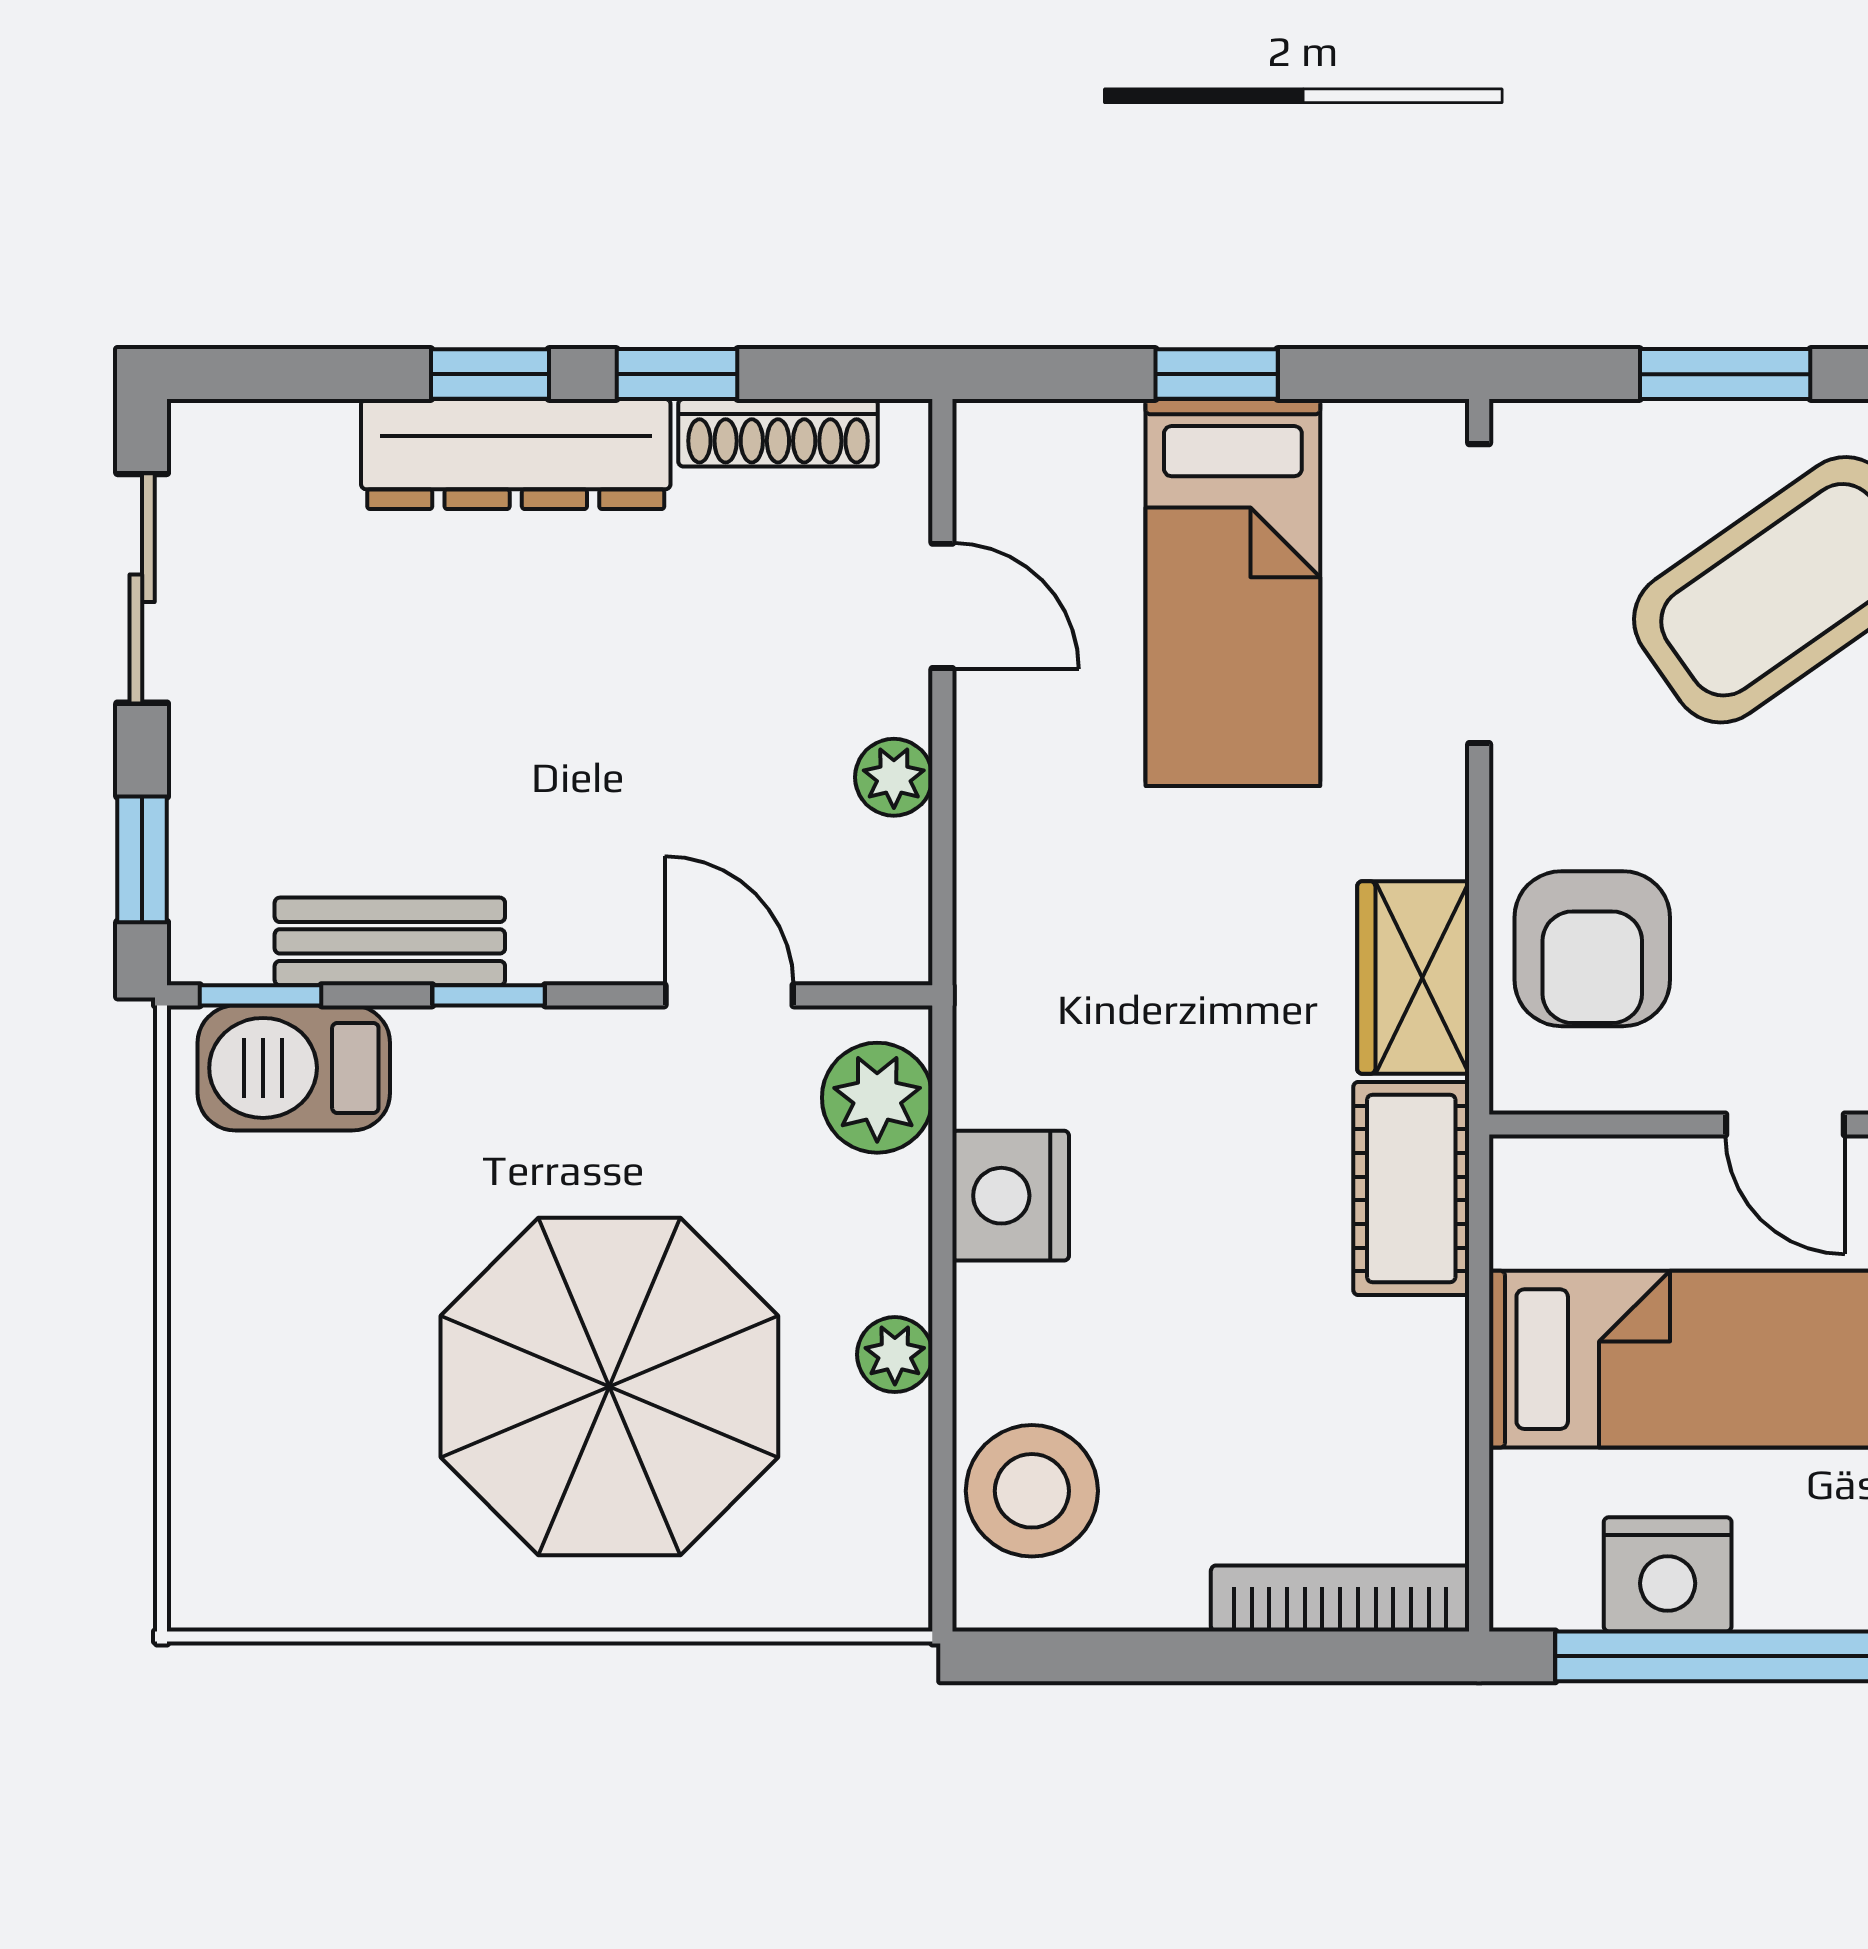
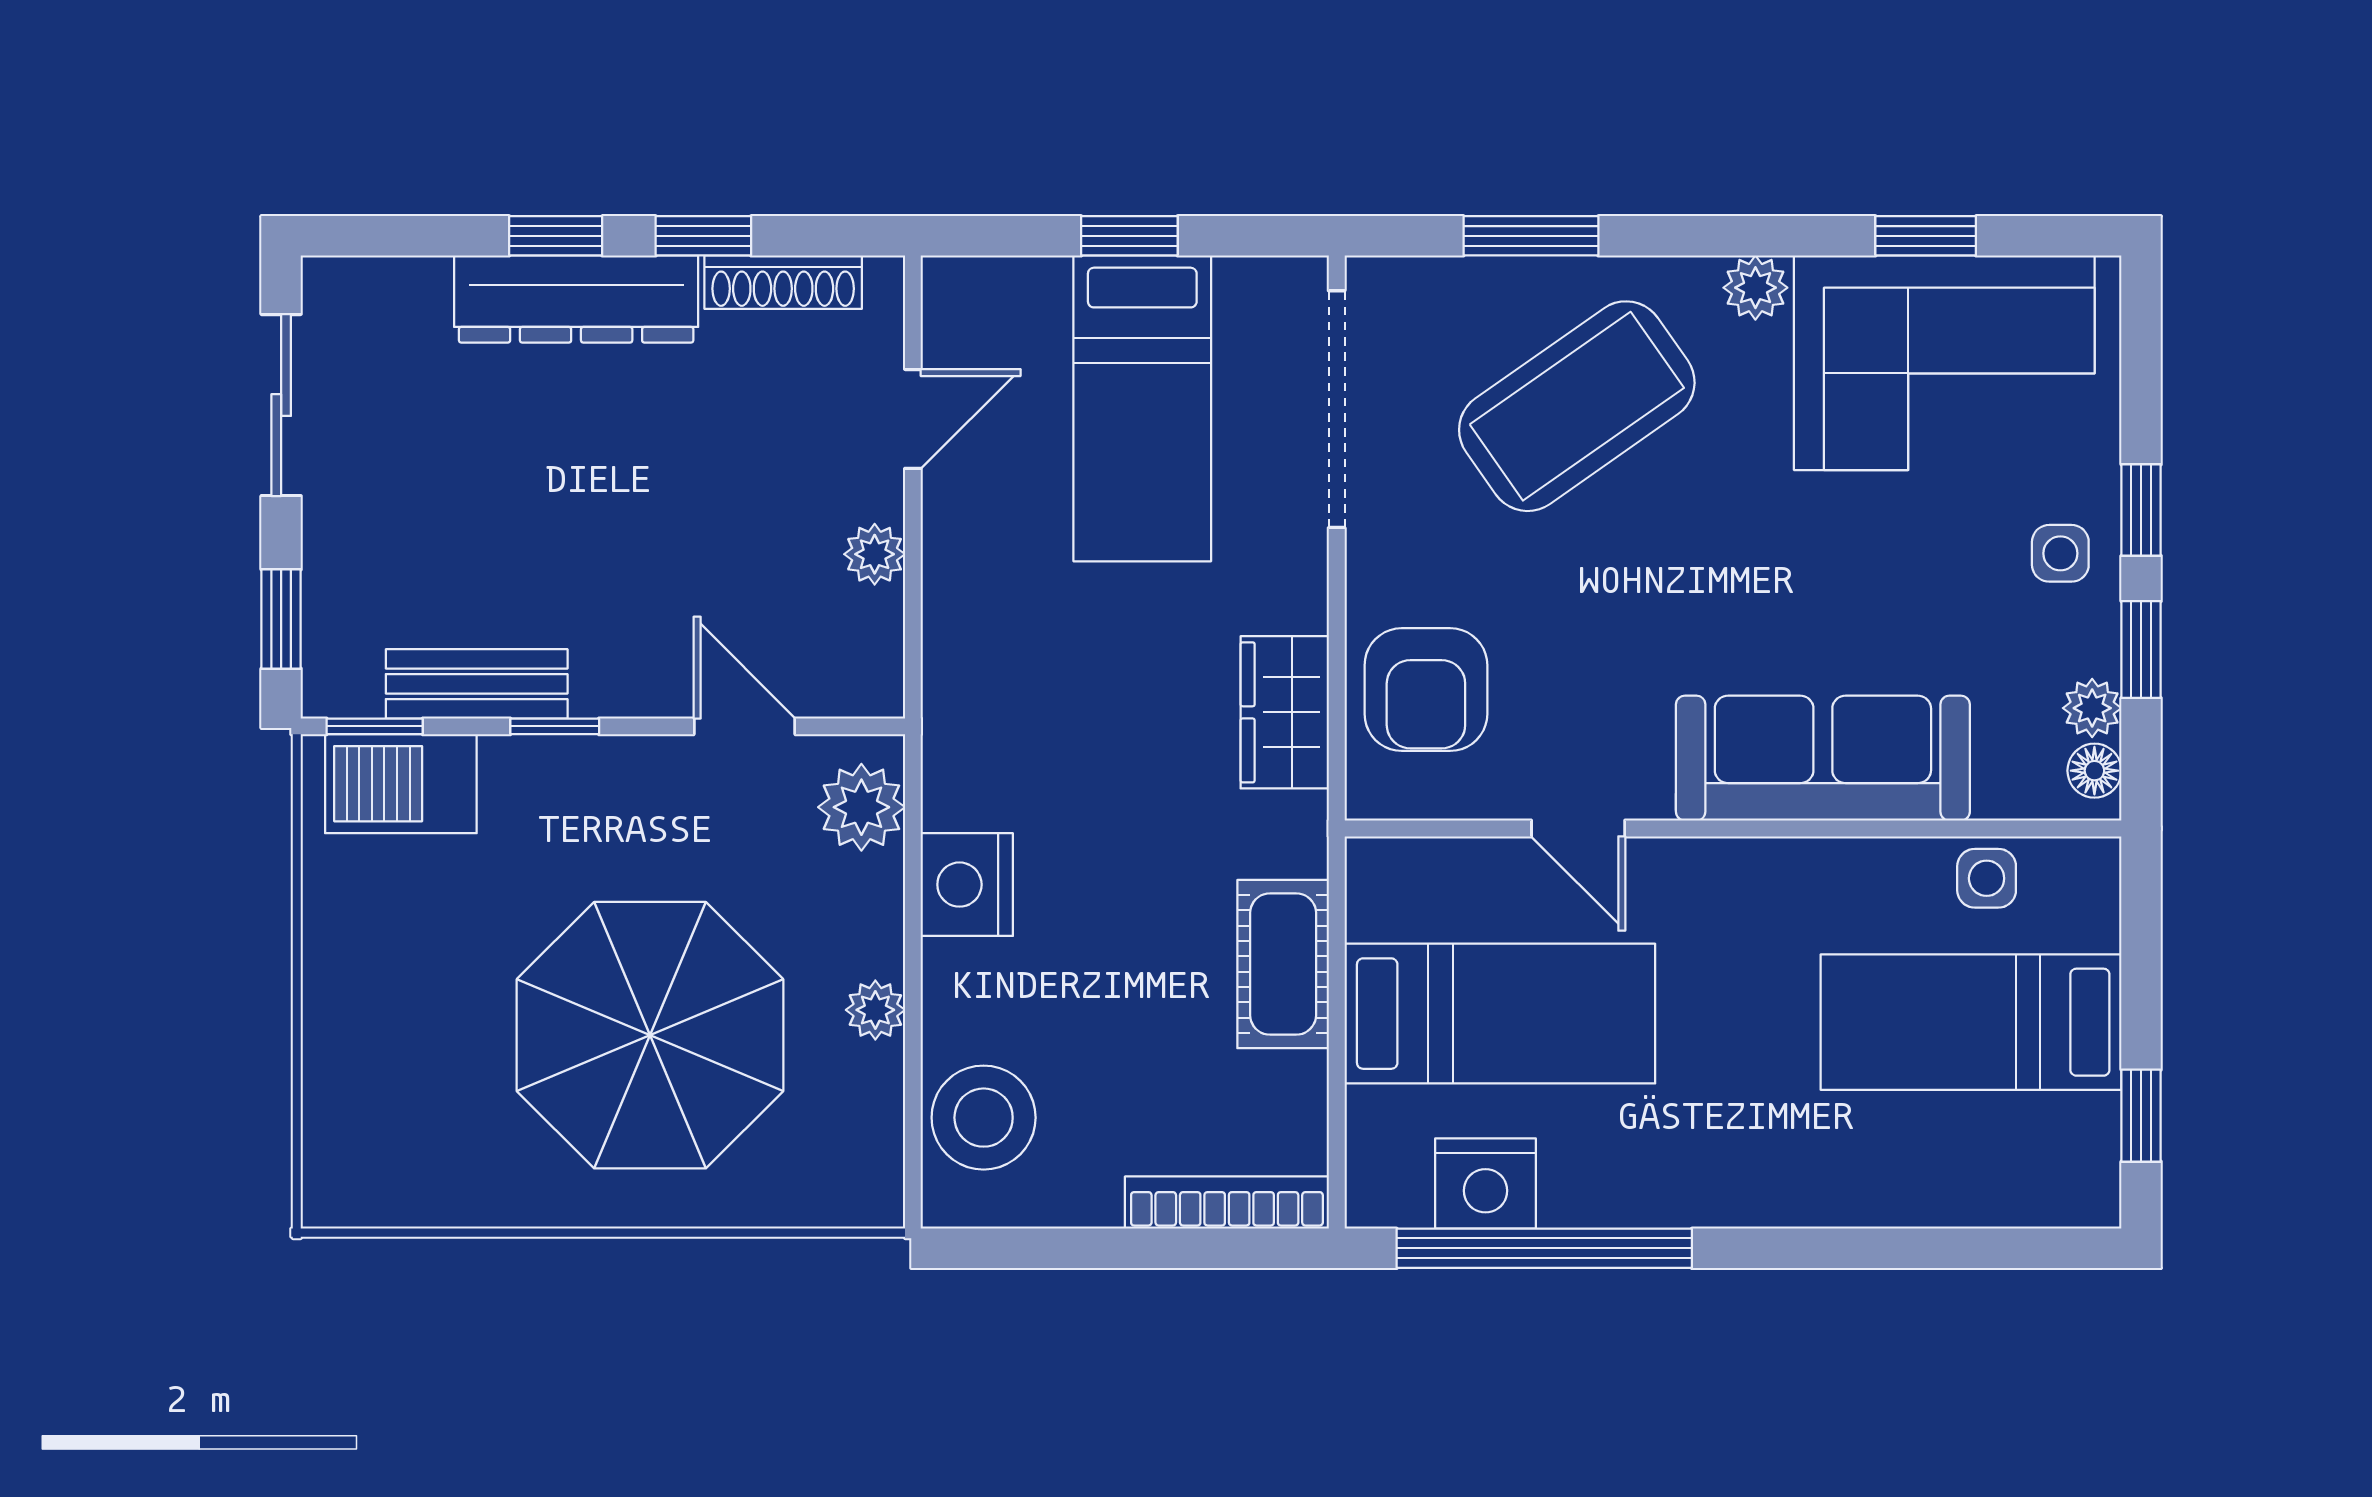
door: (942, 606) -> (913, 419), hinge flipped
cot: (1411, 1188) -> (1283, 964), moved

